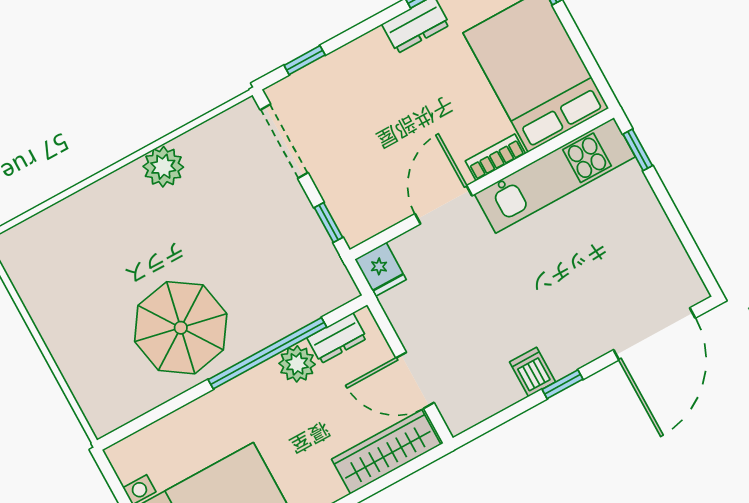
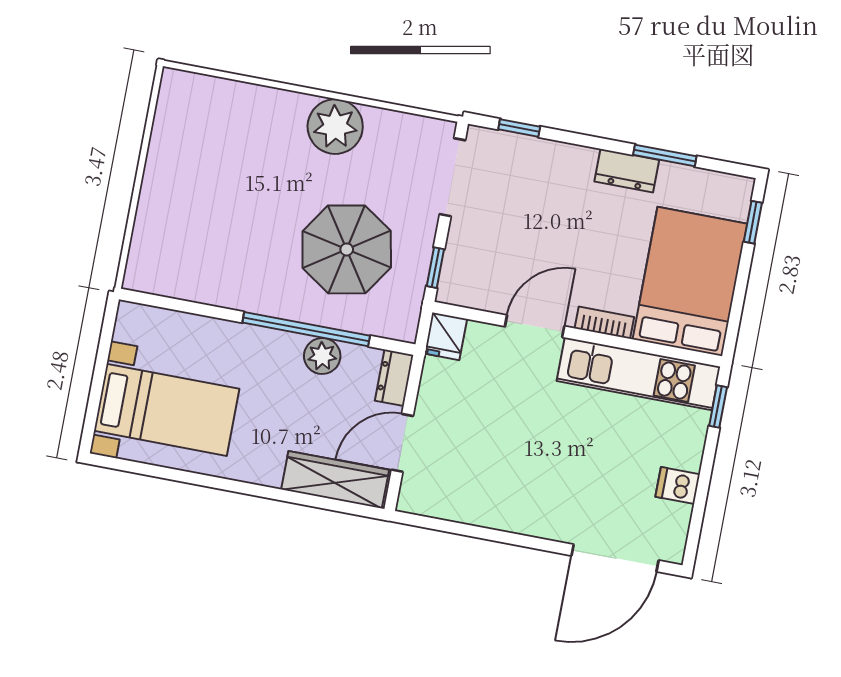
plant: (163, 167) -> (335, 127), width x1.36, depth x1.36
parasol: (181, 328) -> (347, 249), moved
dresser: (337, 338) -> (394, 378), moved, turned 90
dishwasher: (533, 372) -> (678, 486), moved, turned -90
door: (415, 380) -> (402, 443), hinge flipped
window: (562, 384) -> (513, 539), removed

